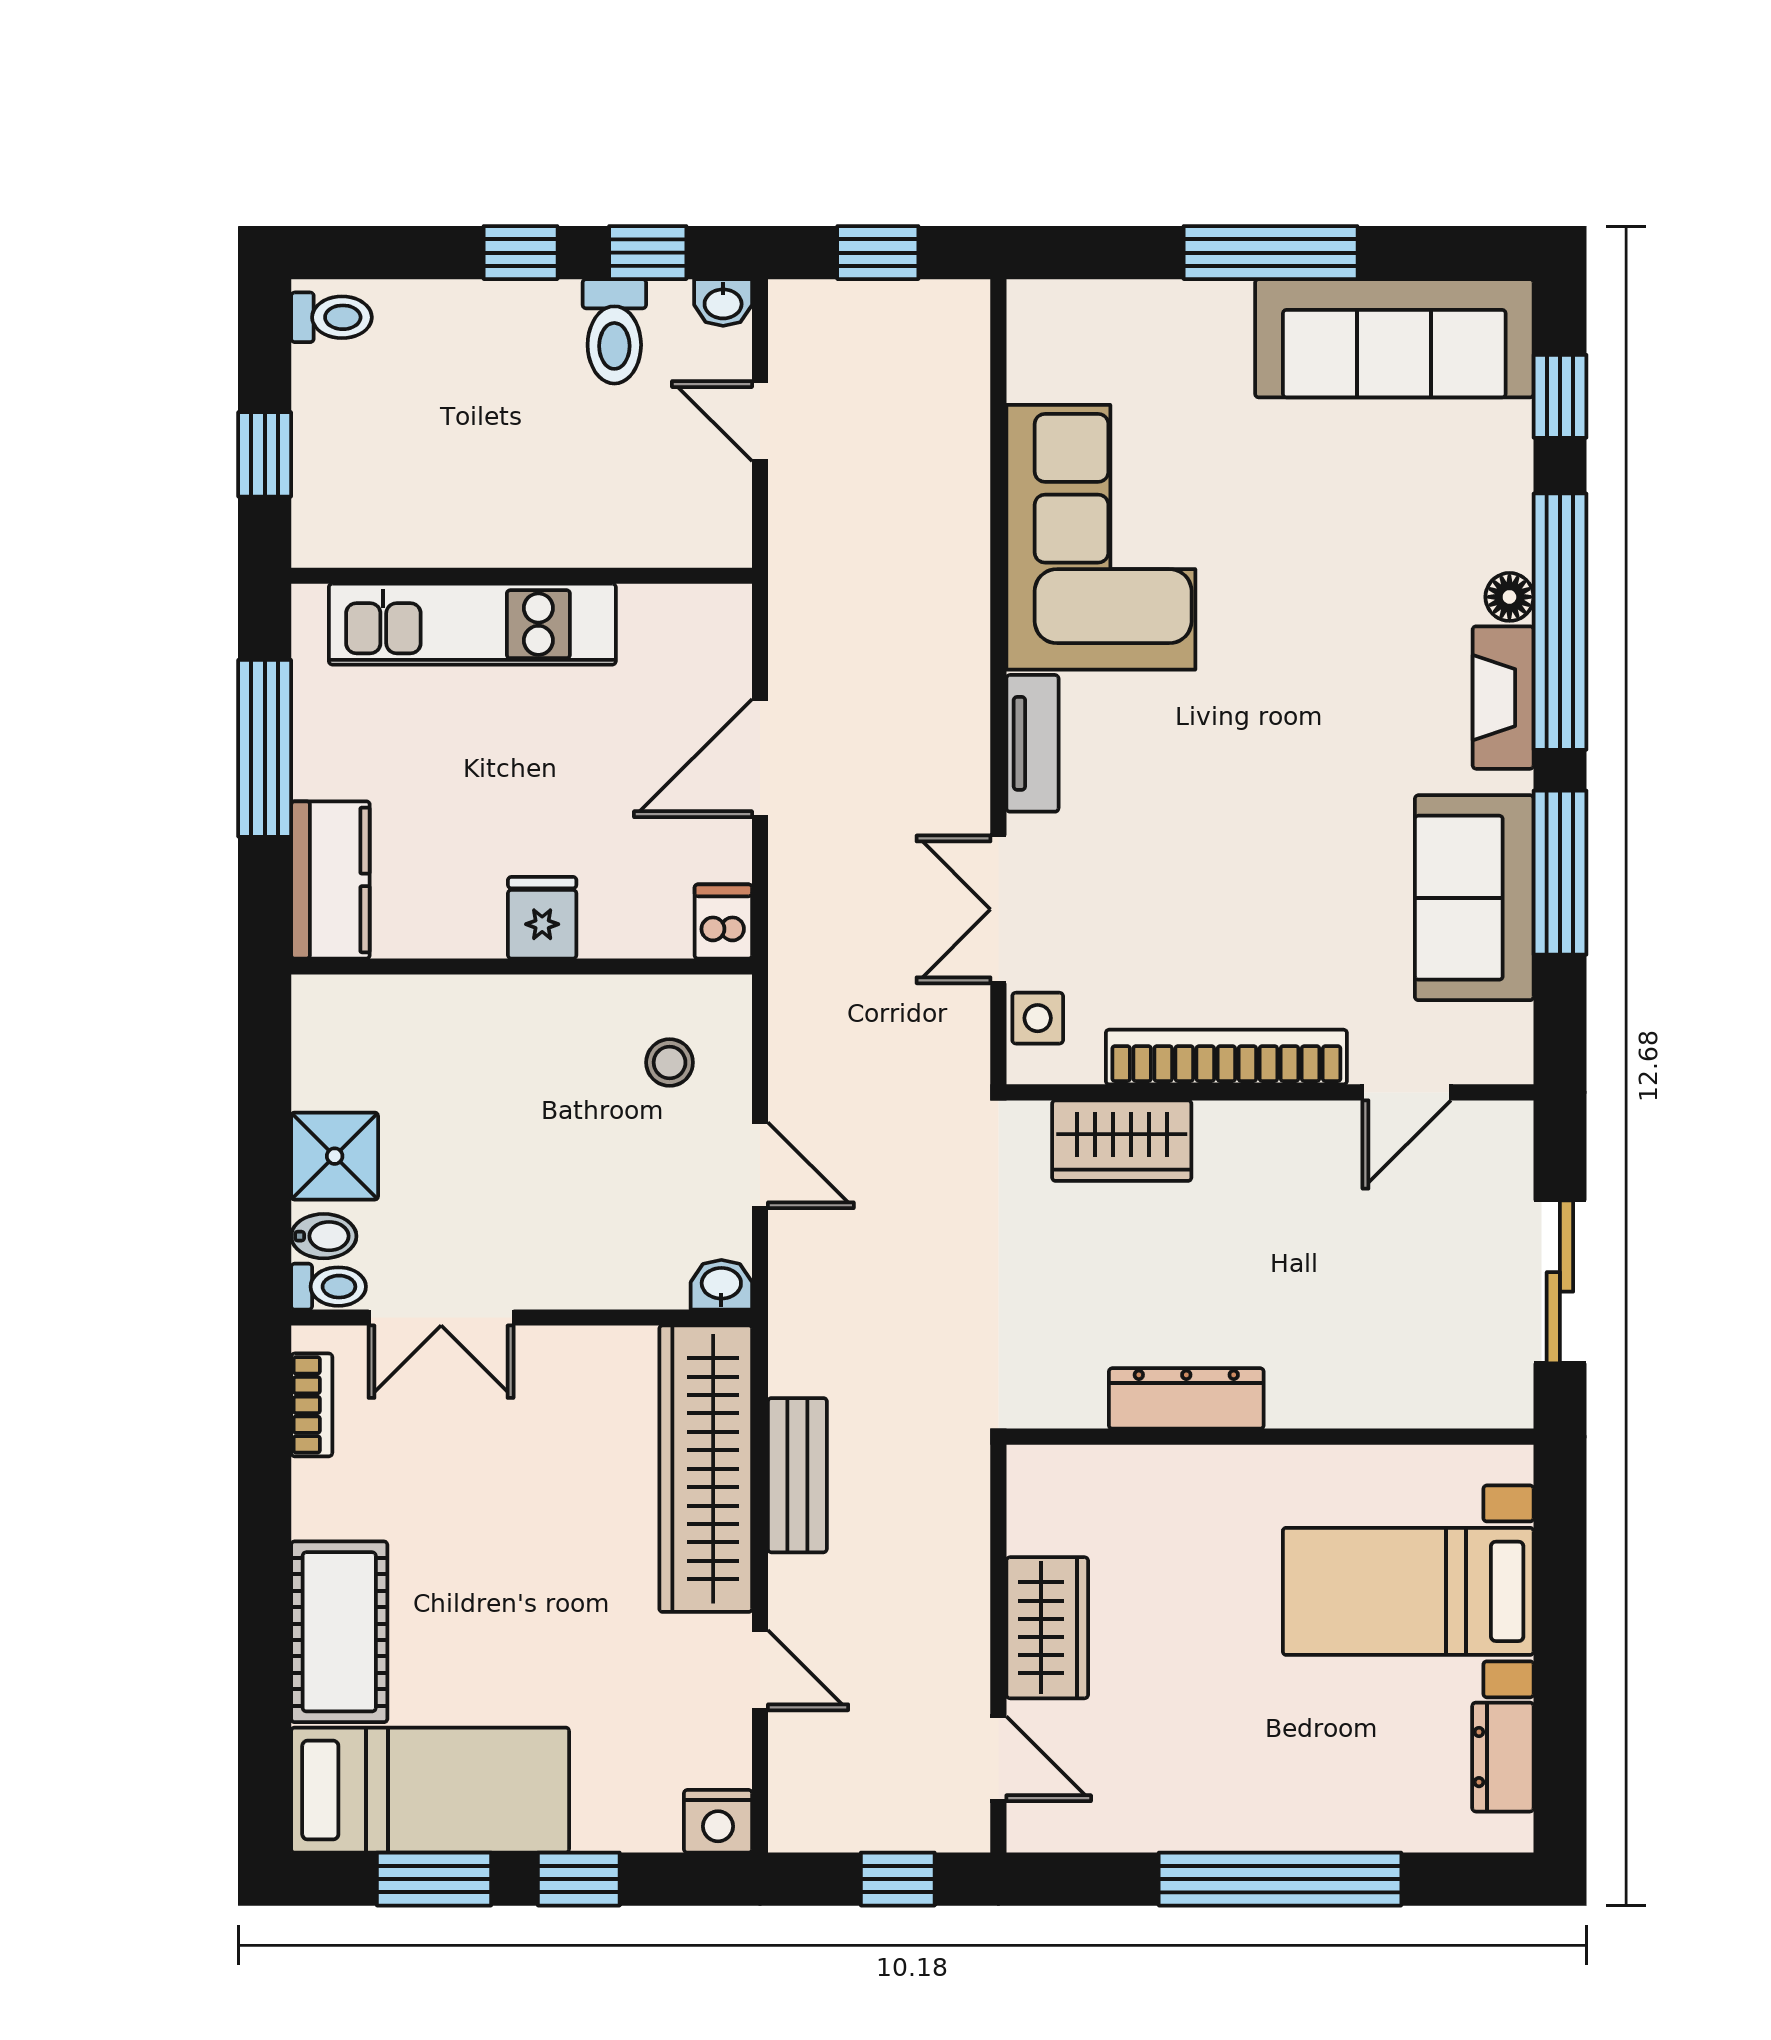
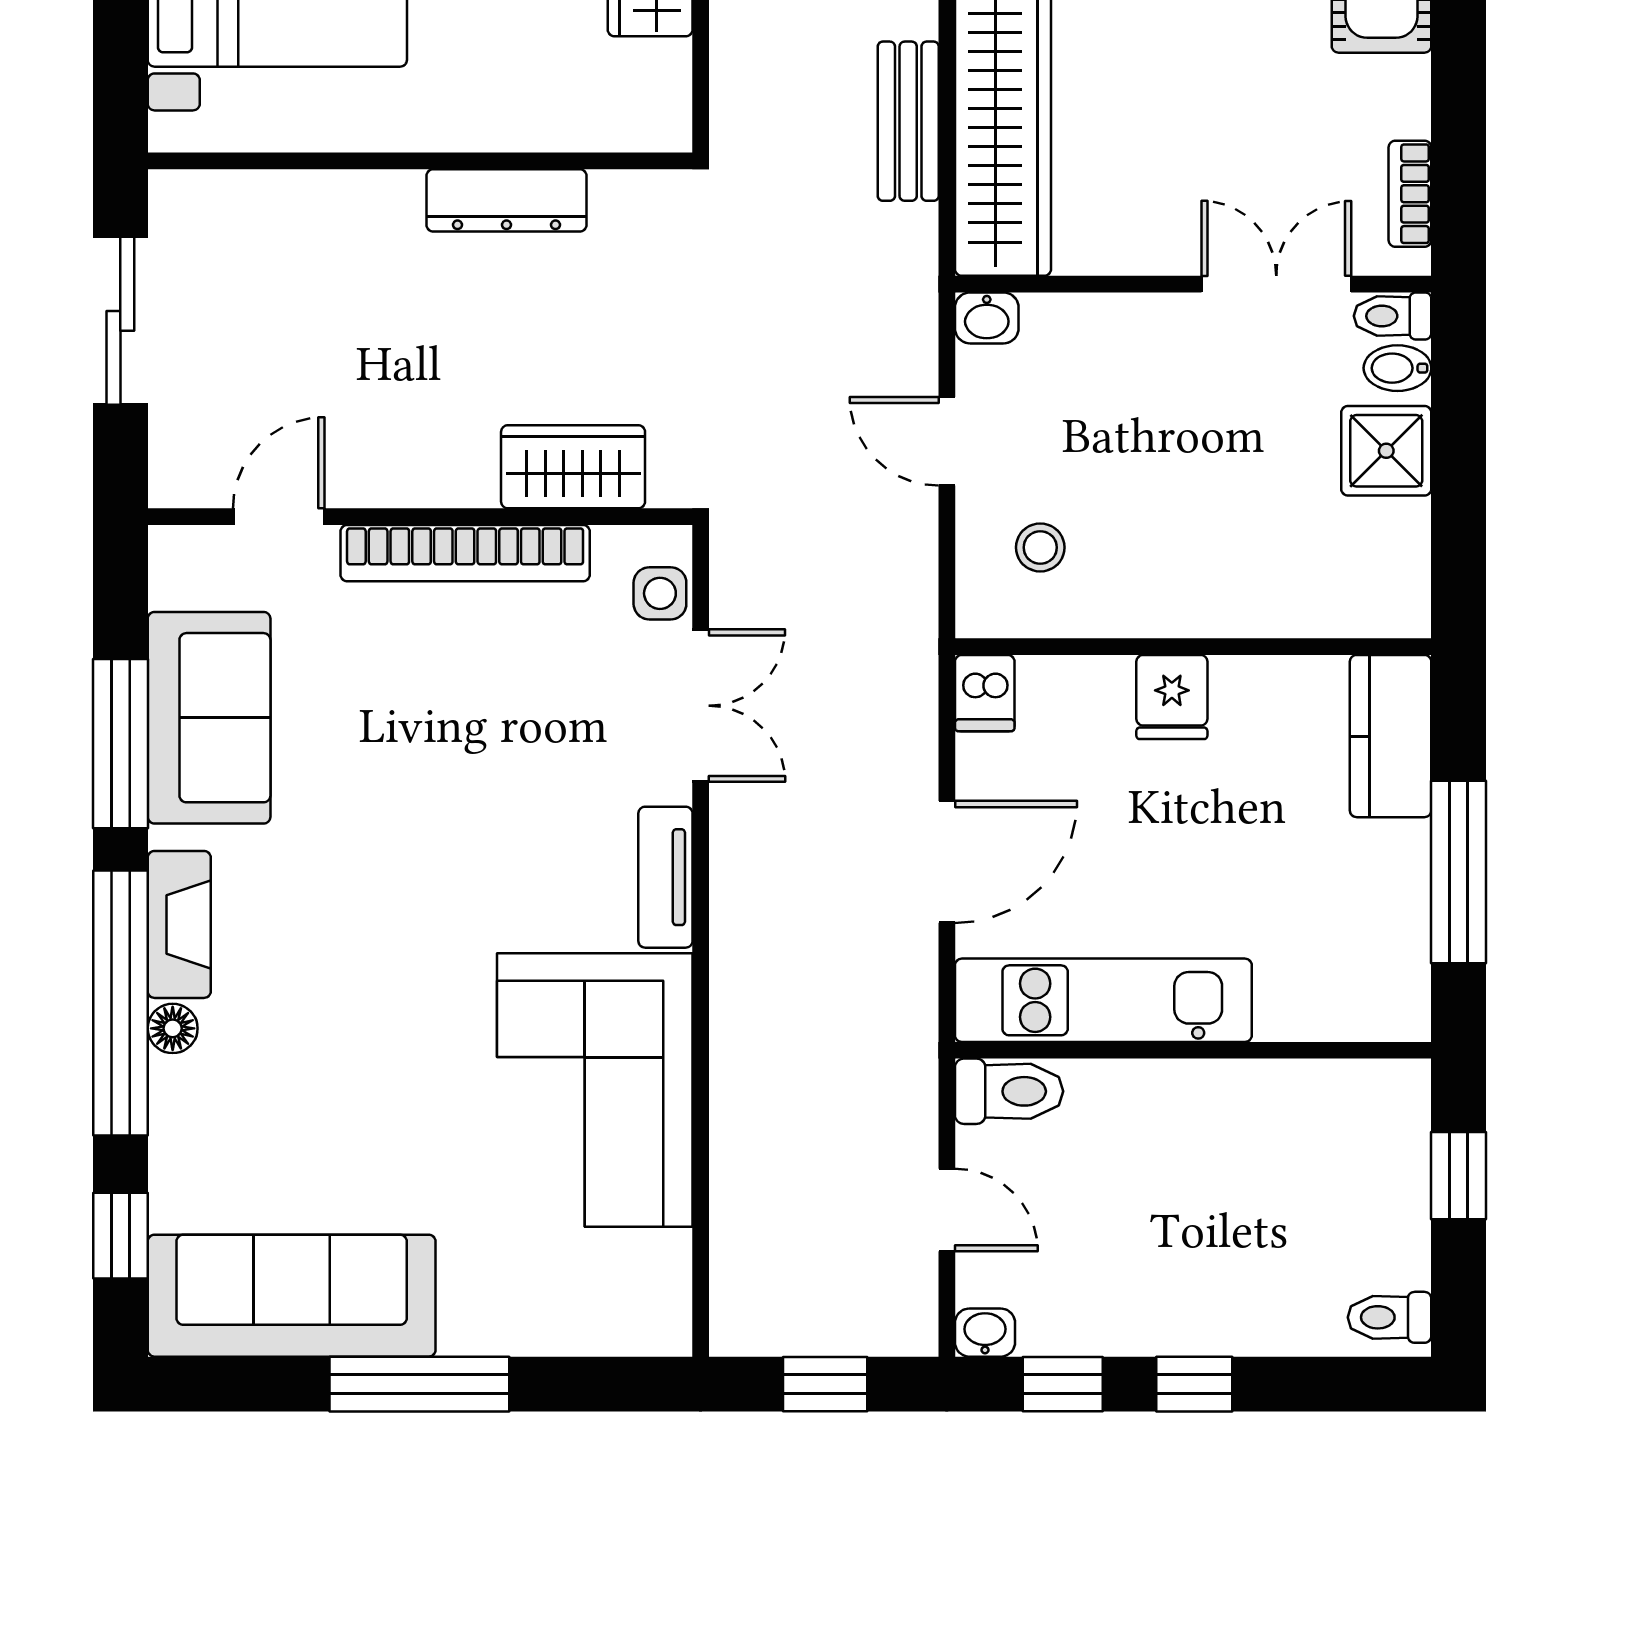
toilet: (614, 331) -> (1009, 1091), moved, turned 90
kitchen unit: (472, 624) -> (1103, 1000), moved

